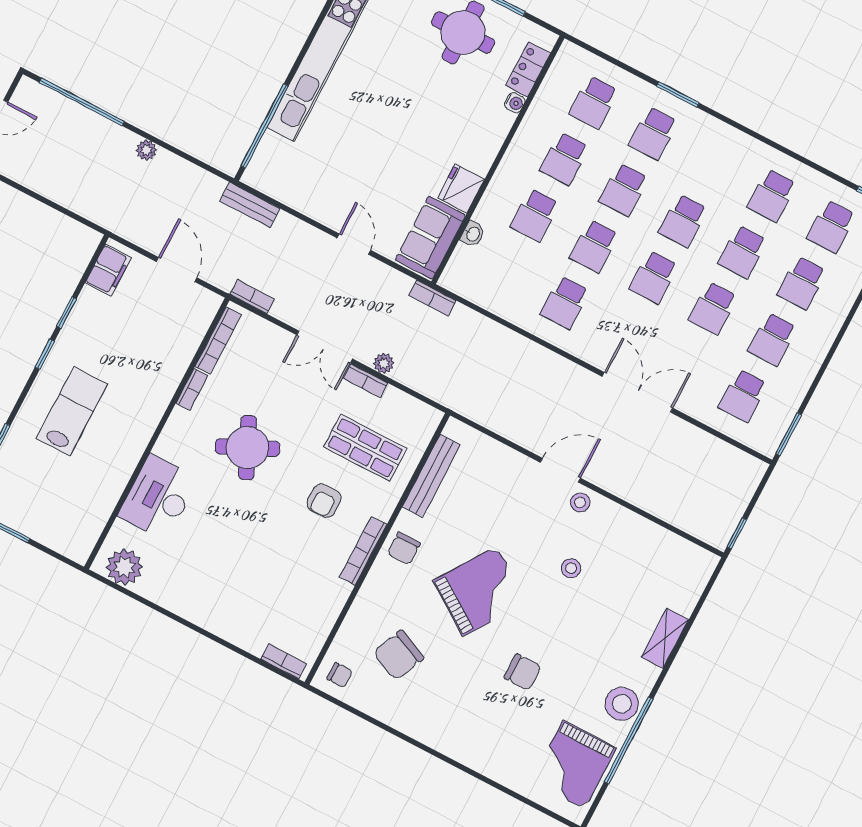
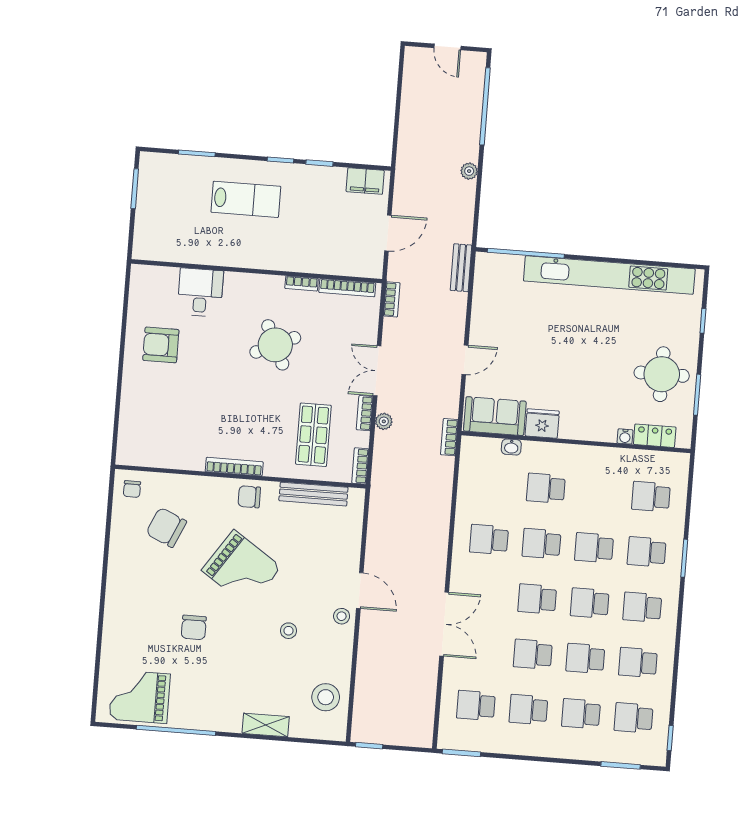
school desk: (564, 159) -> (642, 607), moved
desk: (158, 497) -> (200, 292), width x0.73
armchair: (324, 501) -> (161, 345), moved, width x1.38, depth x1.38
plant: (124, 567) -> (144, 290), removed
bookcase: (284, 661) -> (360, 466), moved, turned 180
stool: (622, 704) -> (326, 697), moved

